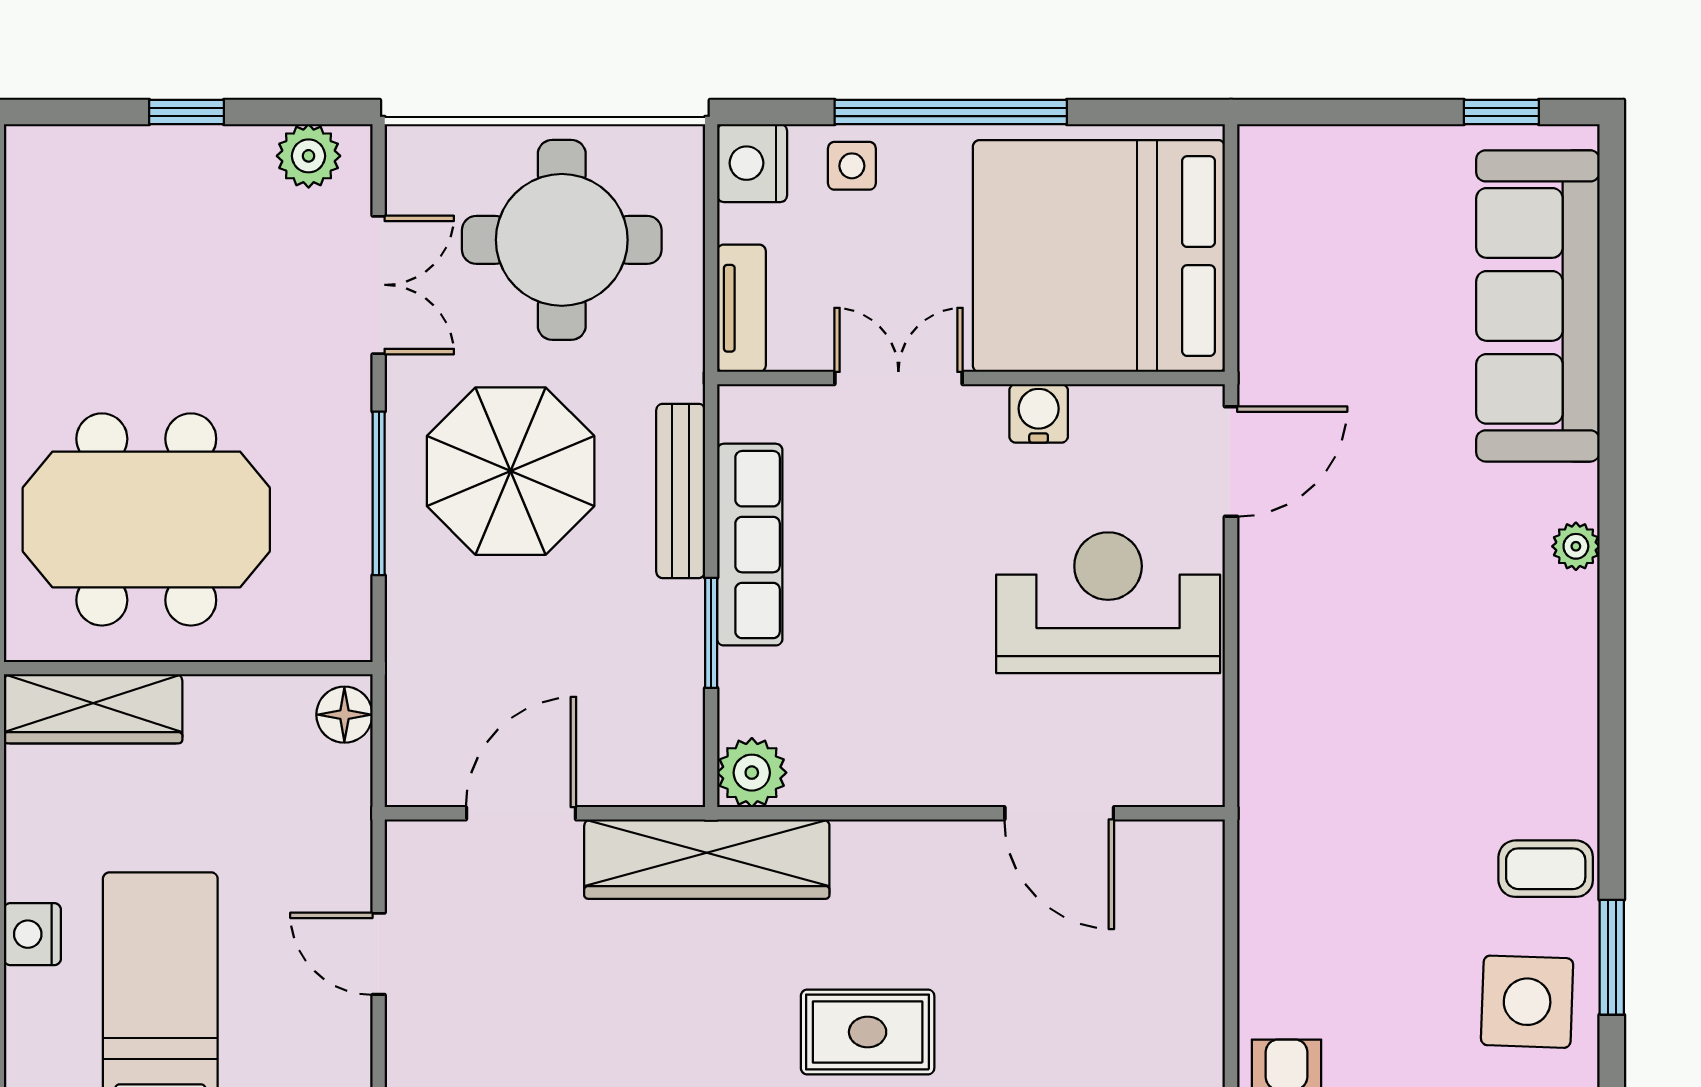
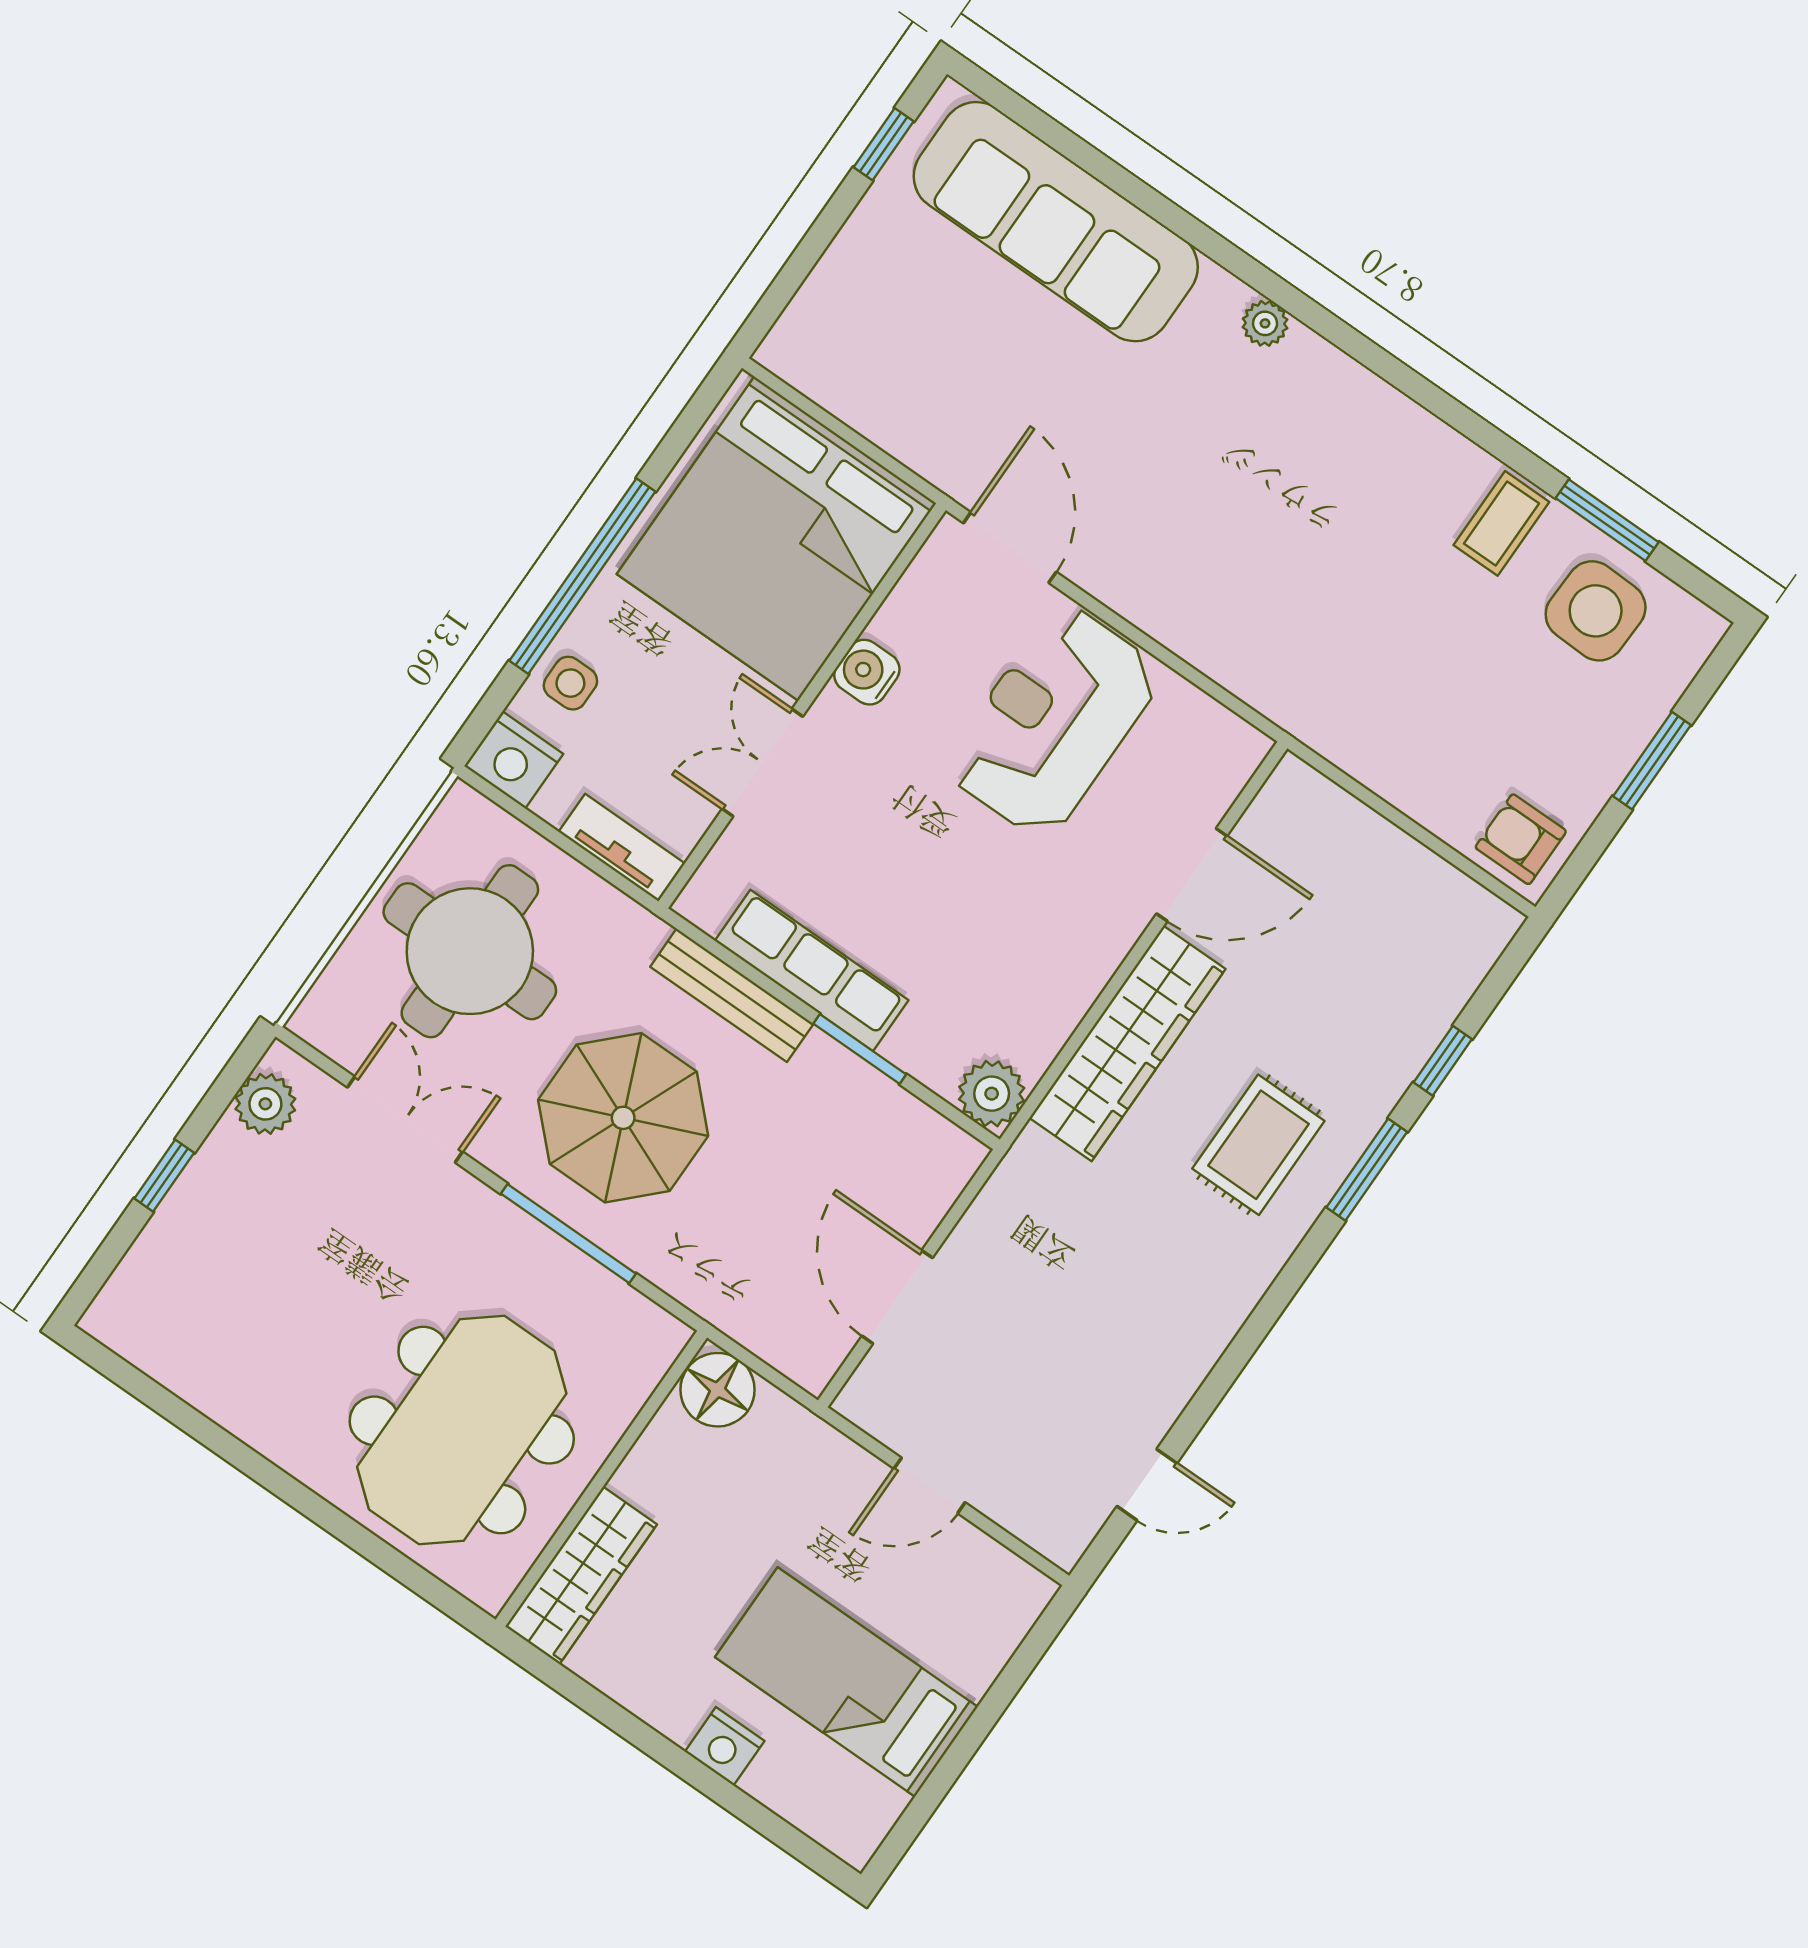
floor lamp: (344, 715) -> (718, 1390), width x1.38, depth x1.38
wardrobe: (707, 859) -> (1127, 1043), moved

